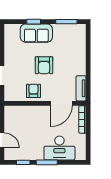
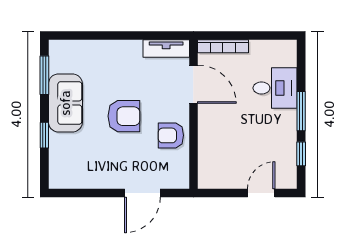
sofa: (36, 33) -> (65, 103), moved
desk: (59, 148) -> (275, 88), width x0.73

